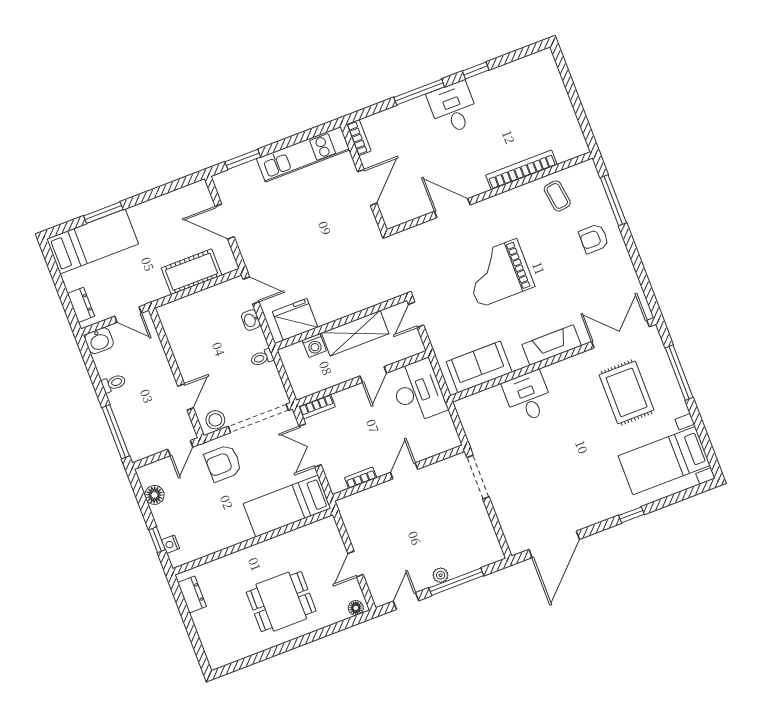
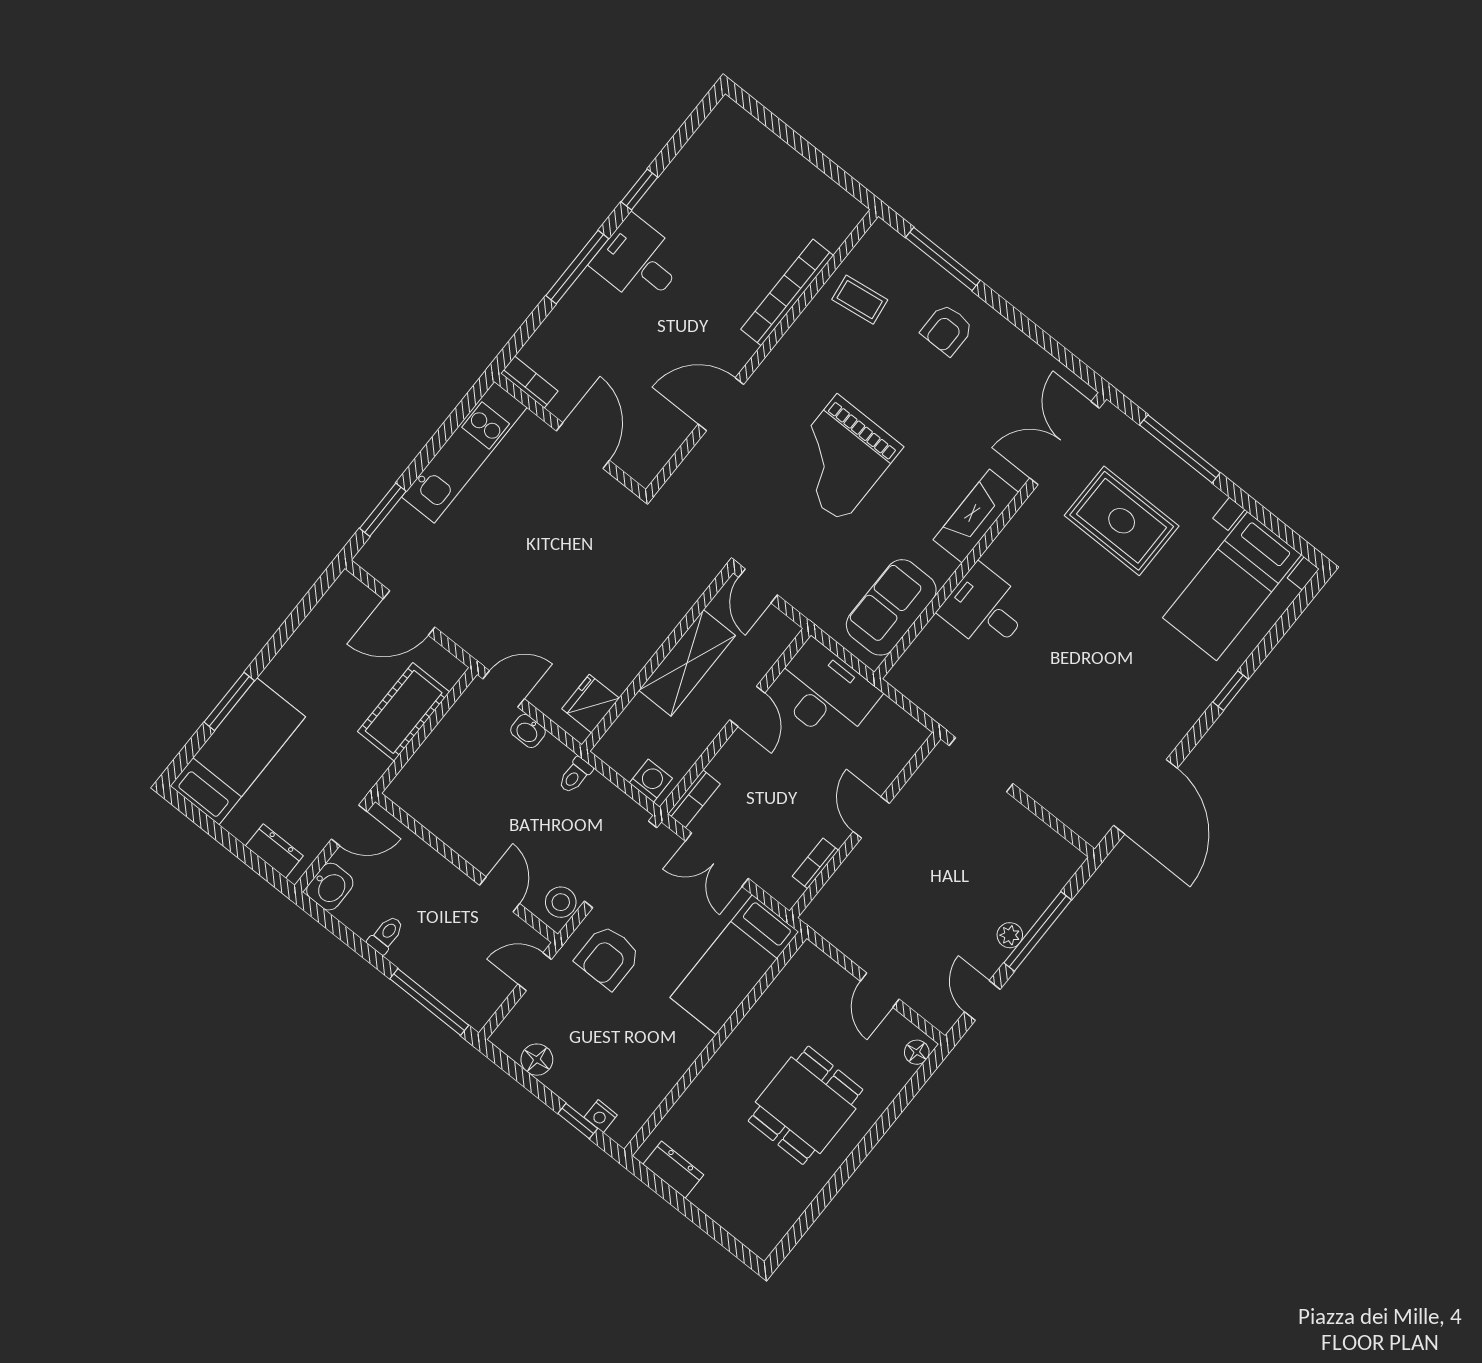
fridge: (295, 319) -> (591, 704), width x0.73, depth x0.75
washing machine: (314, 345) -> (651, 781), moved, turned -90
door: (180, 448) -> (535, 972), swing flipped

